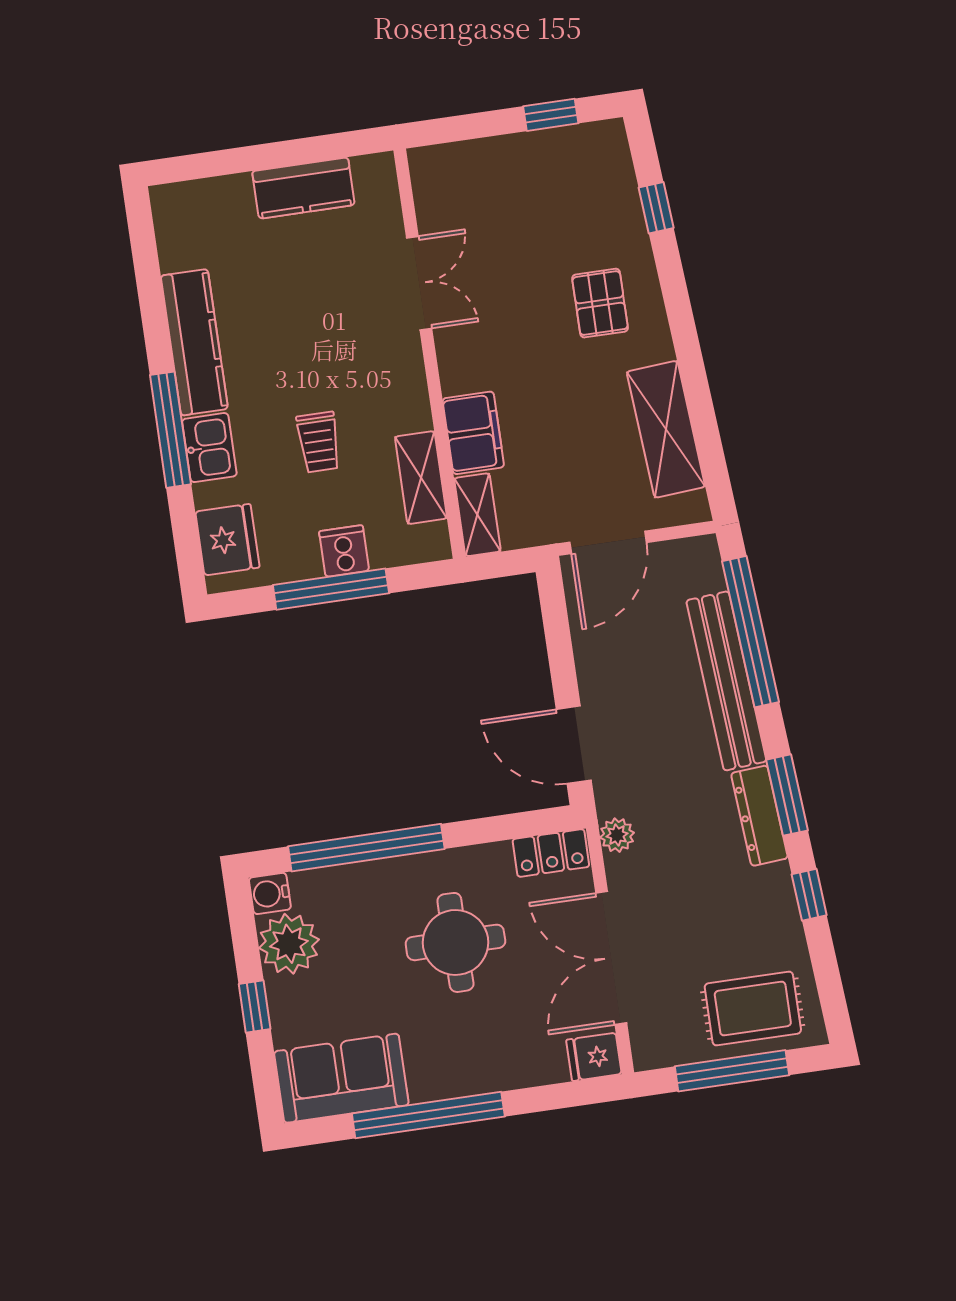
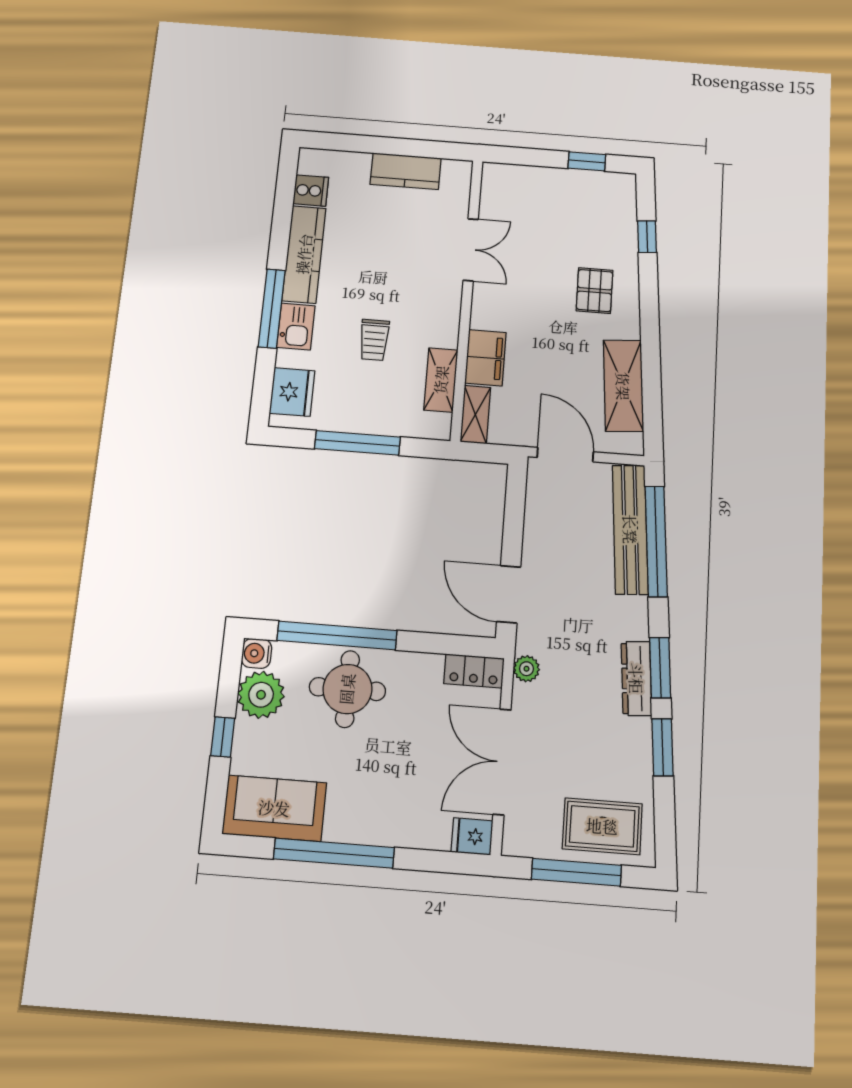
door: (608, 542) -> (565, 455), swing flipped
cooker: (344, 551) -> (311, 191), moved, turned 90
bench: (726, 681) -> (630, 529), moved
window: (809, 895) -> (663, 747), width x1.50
round table: (455, 942) -> (347, 689), moved

